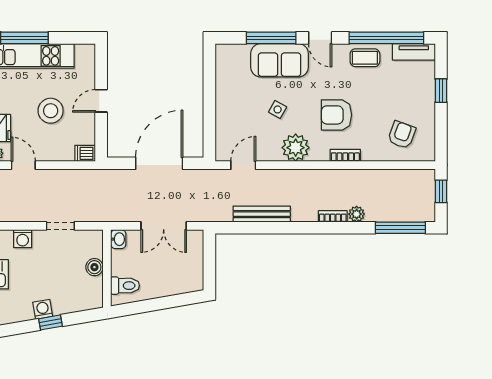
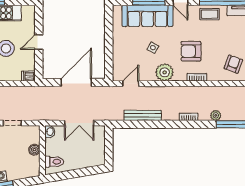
sofa: (280, 60) -> (147, 16), width x1.36
plant: (357, 214) -> (216, 115), moved

